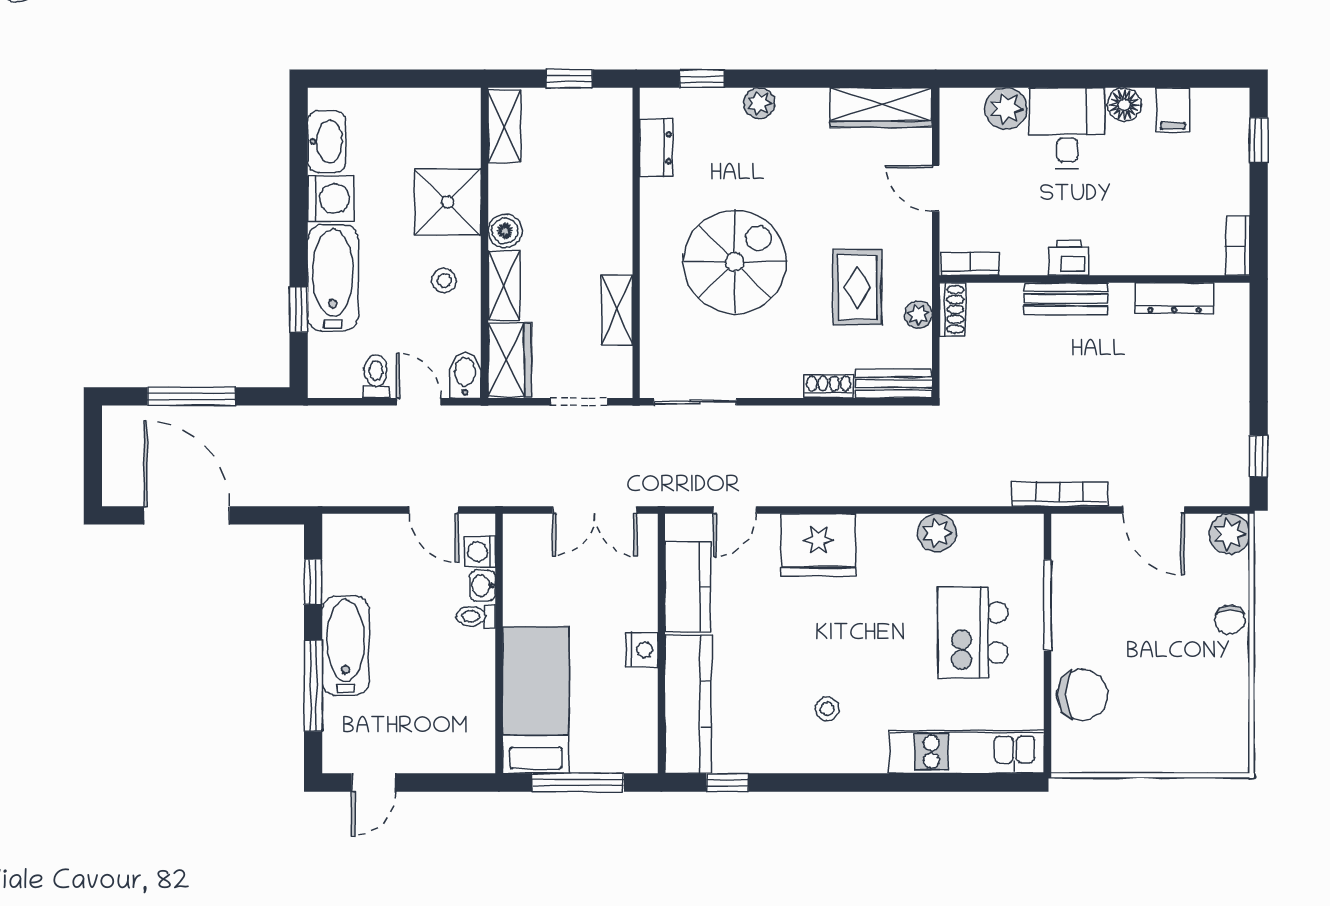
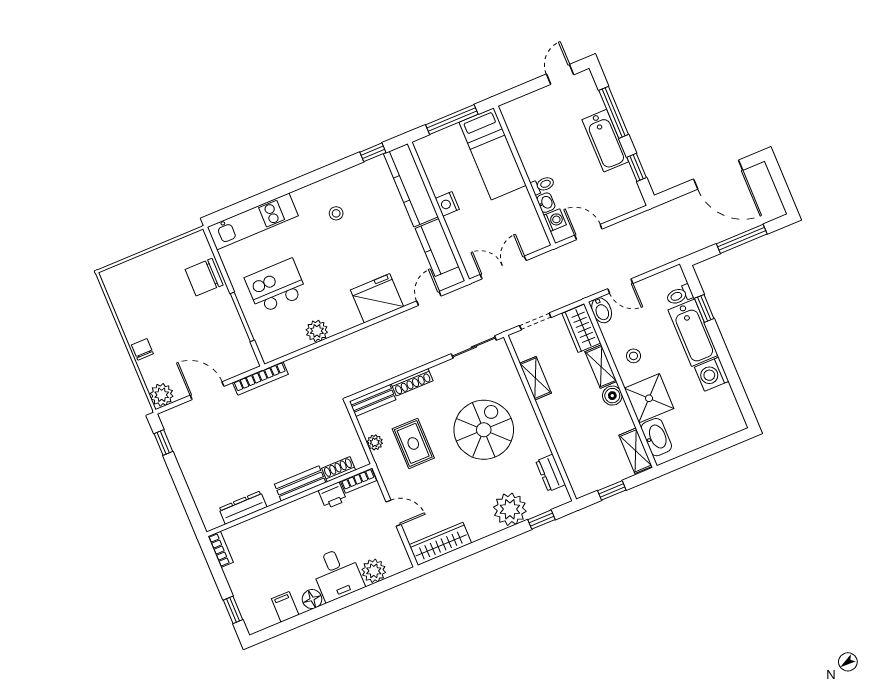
plant: (759, 103) -> (510, 509), width x1.88, depth x1.88
washbasin: (327, 142) -> (656, 437), moved, turned 180
printer: (1069, 258) -> (332, 495), moved
spiral stairs: (735, 262) -> (484, 430), turned 180
shoe rack: (952, 309) -> (339, 469), moved, turned 90
toilet: (376, 376) -> (680, 295), moved, turned 90
shoe rack: (829, 386) -> (412, 382), width x1.43
kitchen island: (973, 632) -> (276, 286), turned -90

